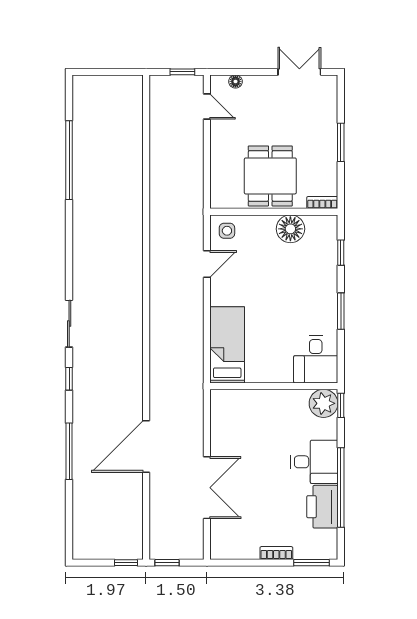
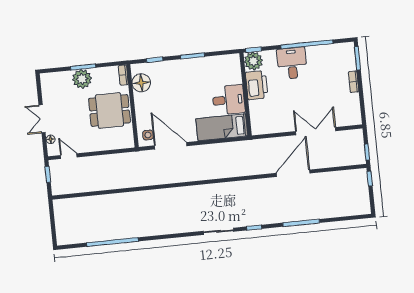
double door: (299, 72) -> (42, 119), moved
door: (207, 107) -> (69, 156), hinge flipped
plant: (323, 139) -> (82, 79), added
floor lamp: (290, 229) -> (141, 83), moved
door: (207, 264) -> (171, 146), width x1.88
desk: (316, 359) -> (229, 100), moved
door: (146, 447) -> (293, 173), swing flipped
printer: (322, 507) -> (257, 85), moved, turned -90

